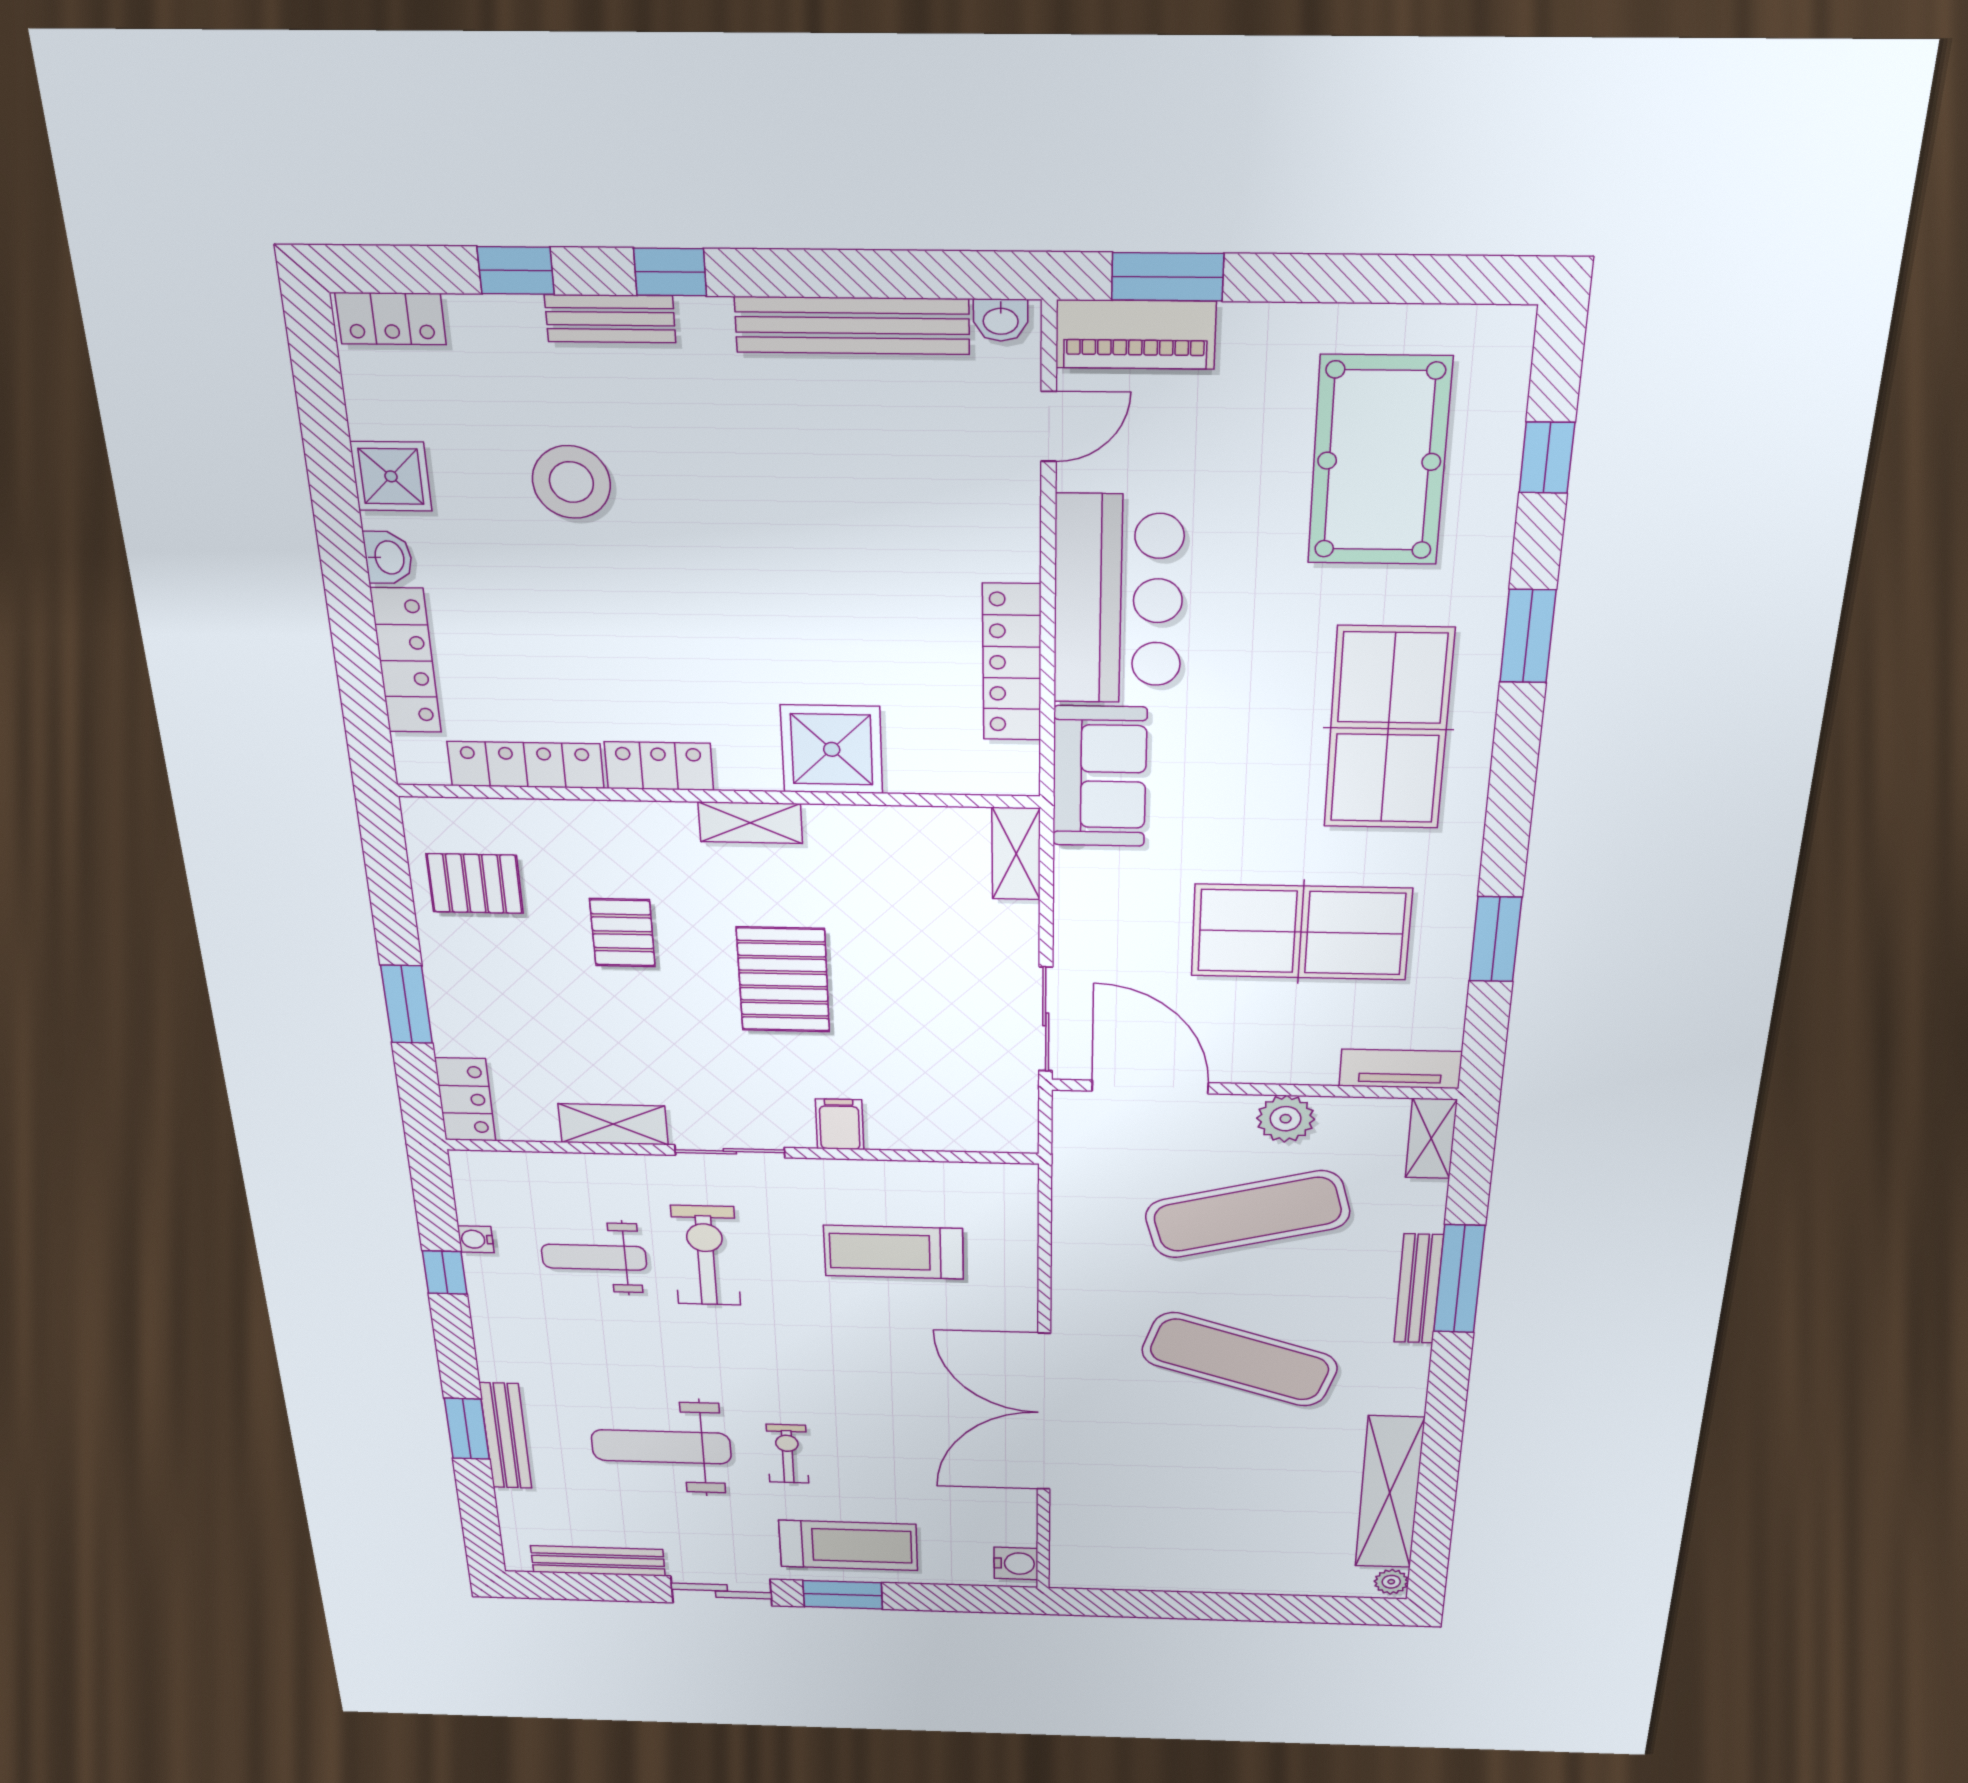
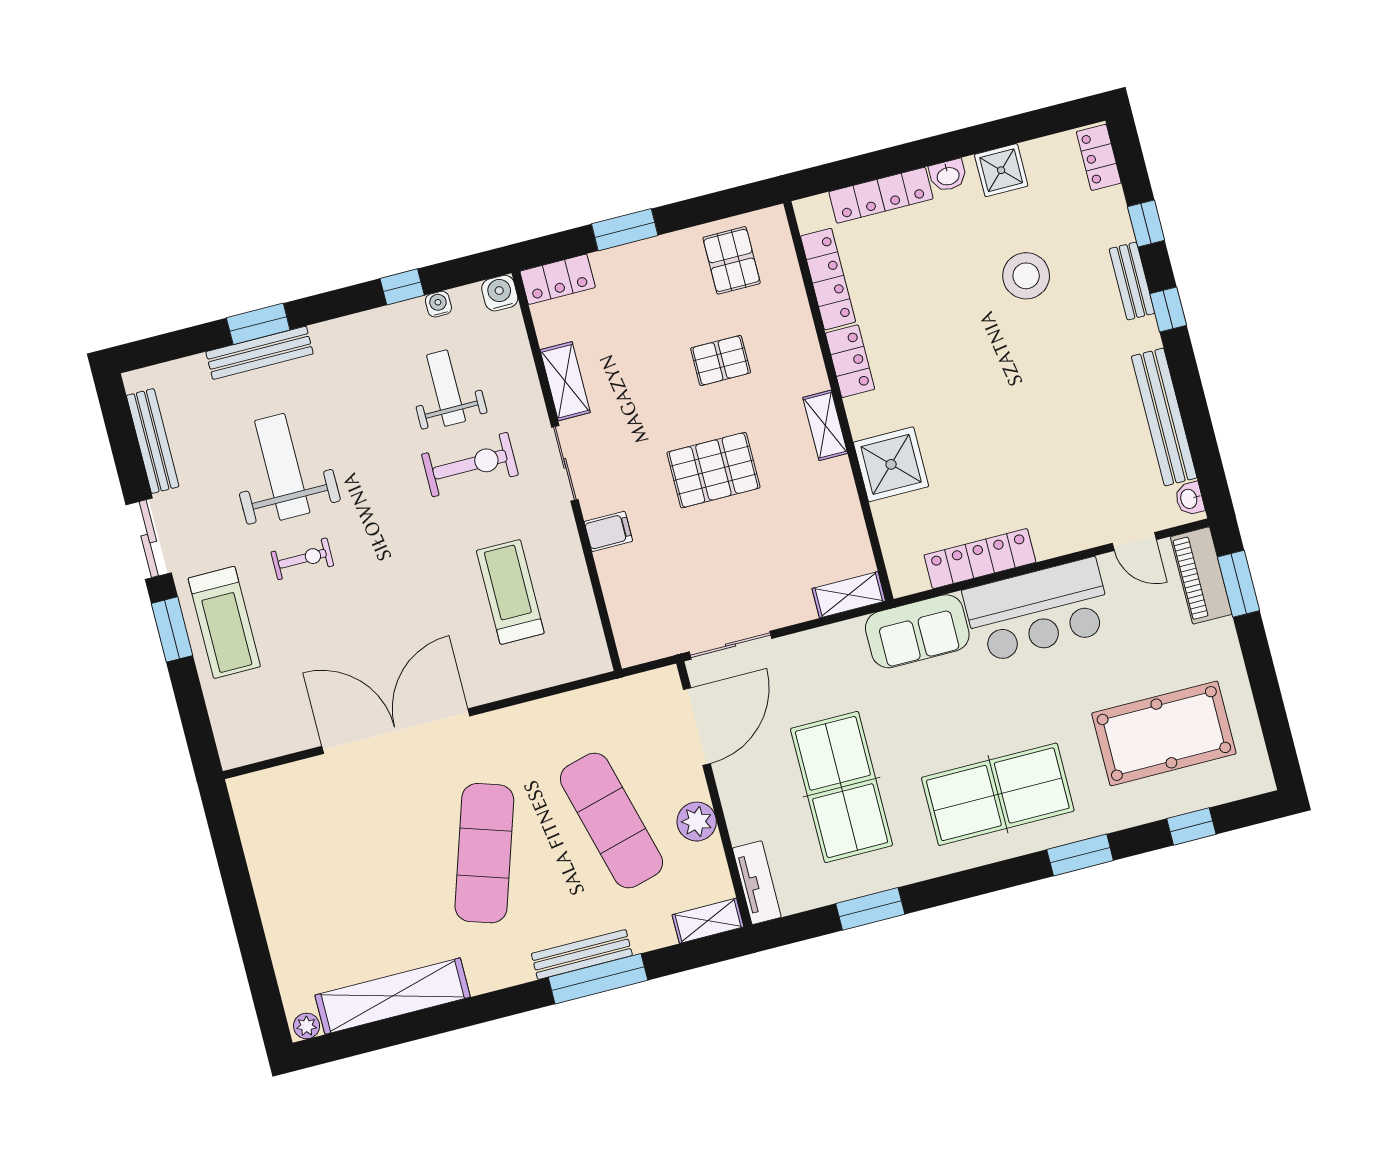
water cooler: (1016, 1563) -> (500, 293), moved, turned 180

